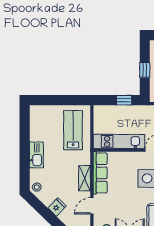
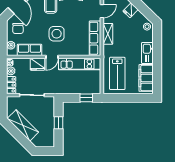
window: (124, 100) -> (86, 98), moved
filing cabinet: (38, 124) -> (146, 78), added

